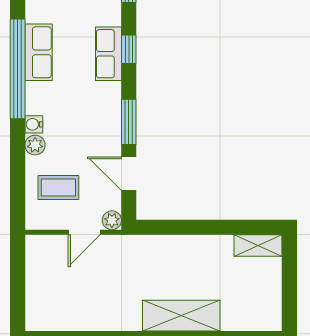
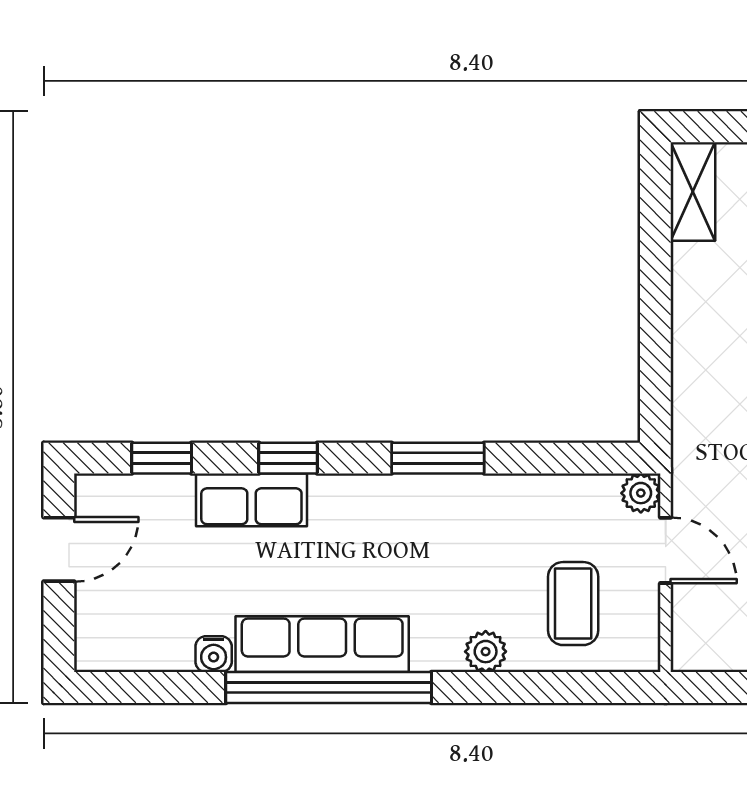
row of seats: (39, 52) -> (322, 644), width x1.48
row of seats: (109, 54) -> (251, 500), moved
water cooler: (34, 124) -> (214, 654), moved
door: (129, 174) -> (545, 458), removed

